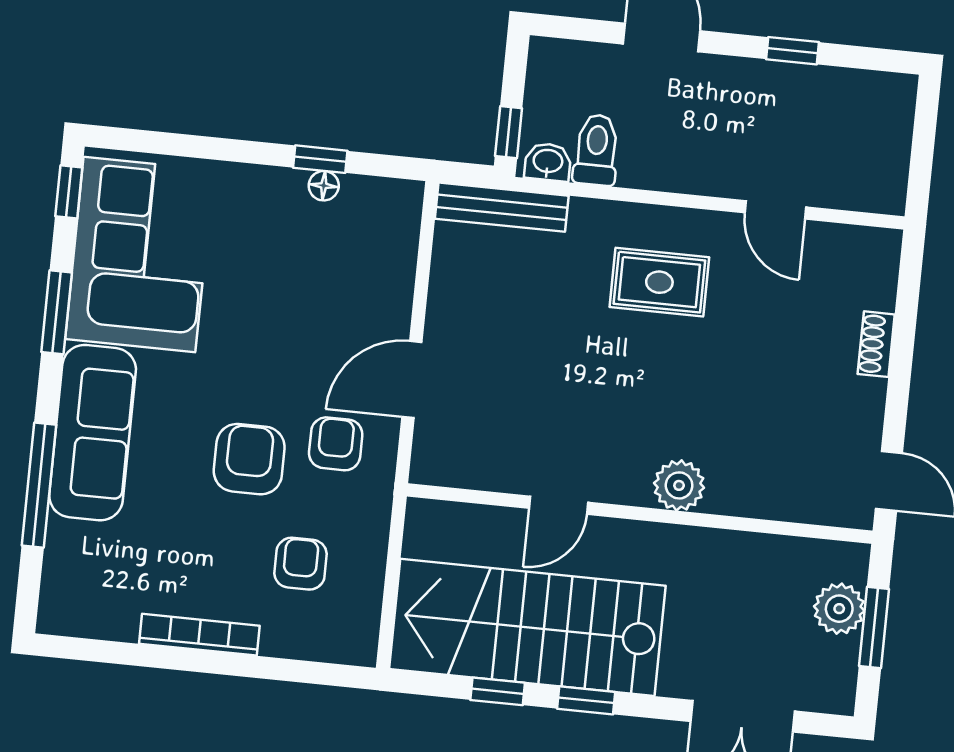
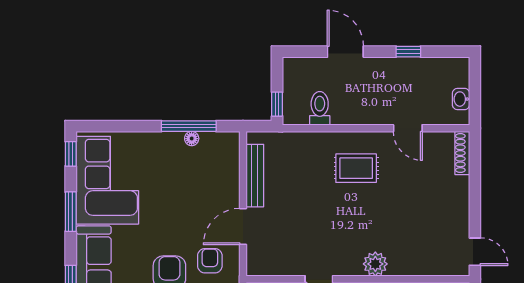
window: (320, 159) -> (189, 126), width x2.17
washbasin: (548, 162) -> (461, 99), moved, turned -90
bench: (502, 207) -> (255, 176), moved, turned 90
shoe rack: (876, 344) -> (462, 153), moved, width x1.43

